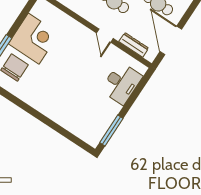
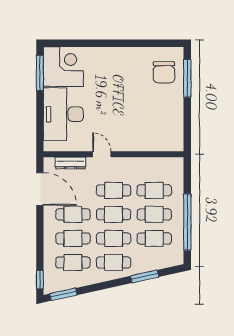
corner desk: (34, 39) -> (63, 67), moved, turned 180
desk: (121, 83) -> (63, 114), width x1.36, depth x1.30

